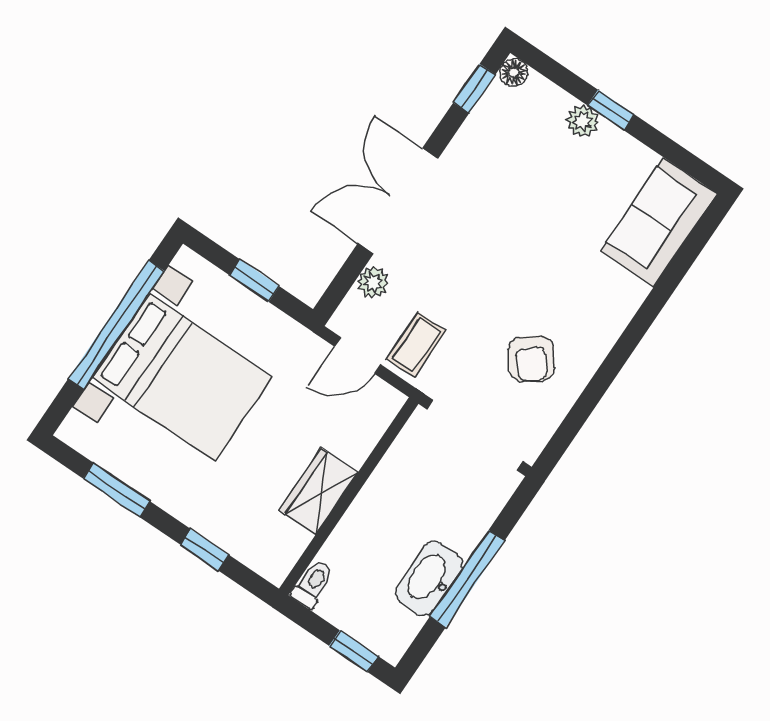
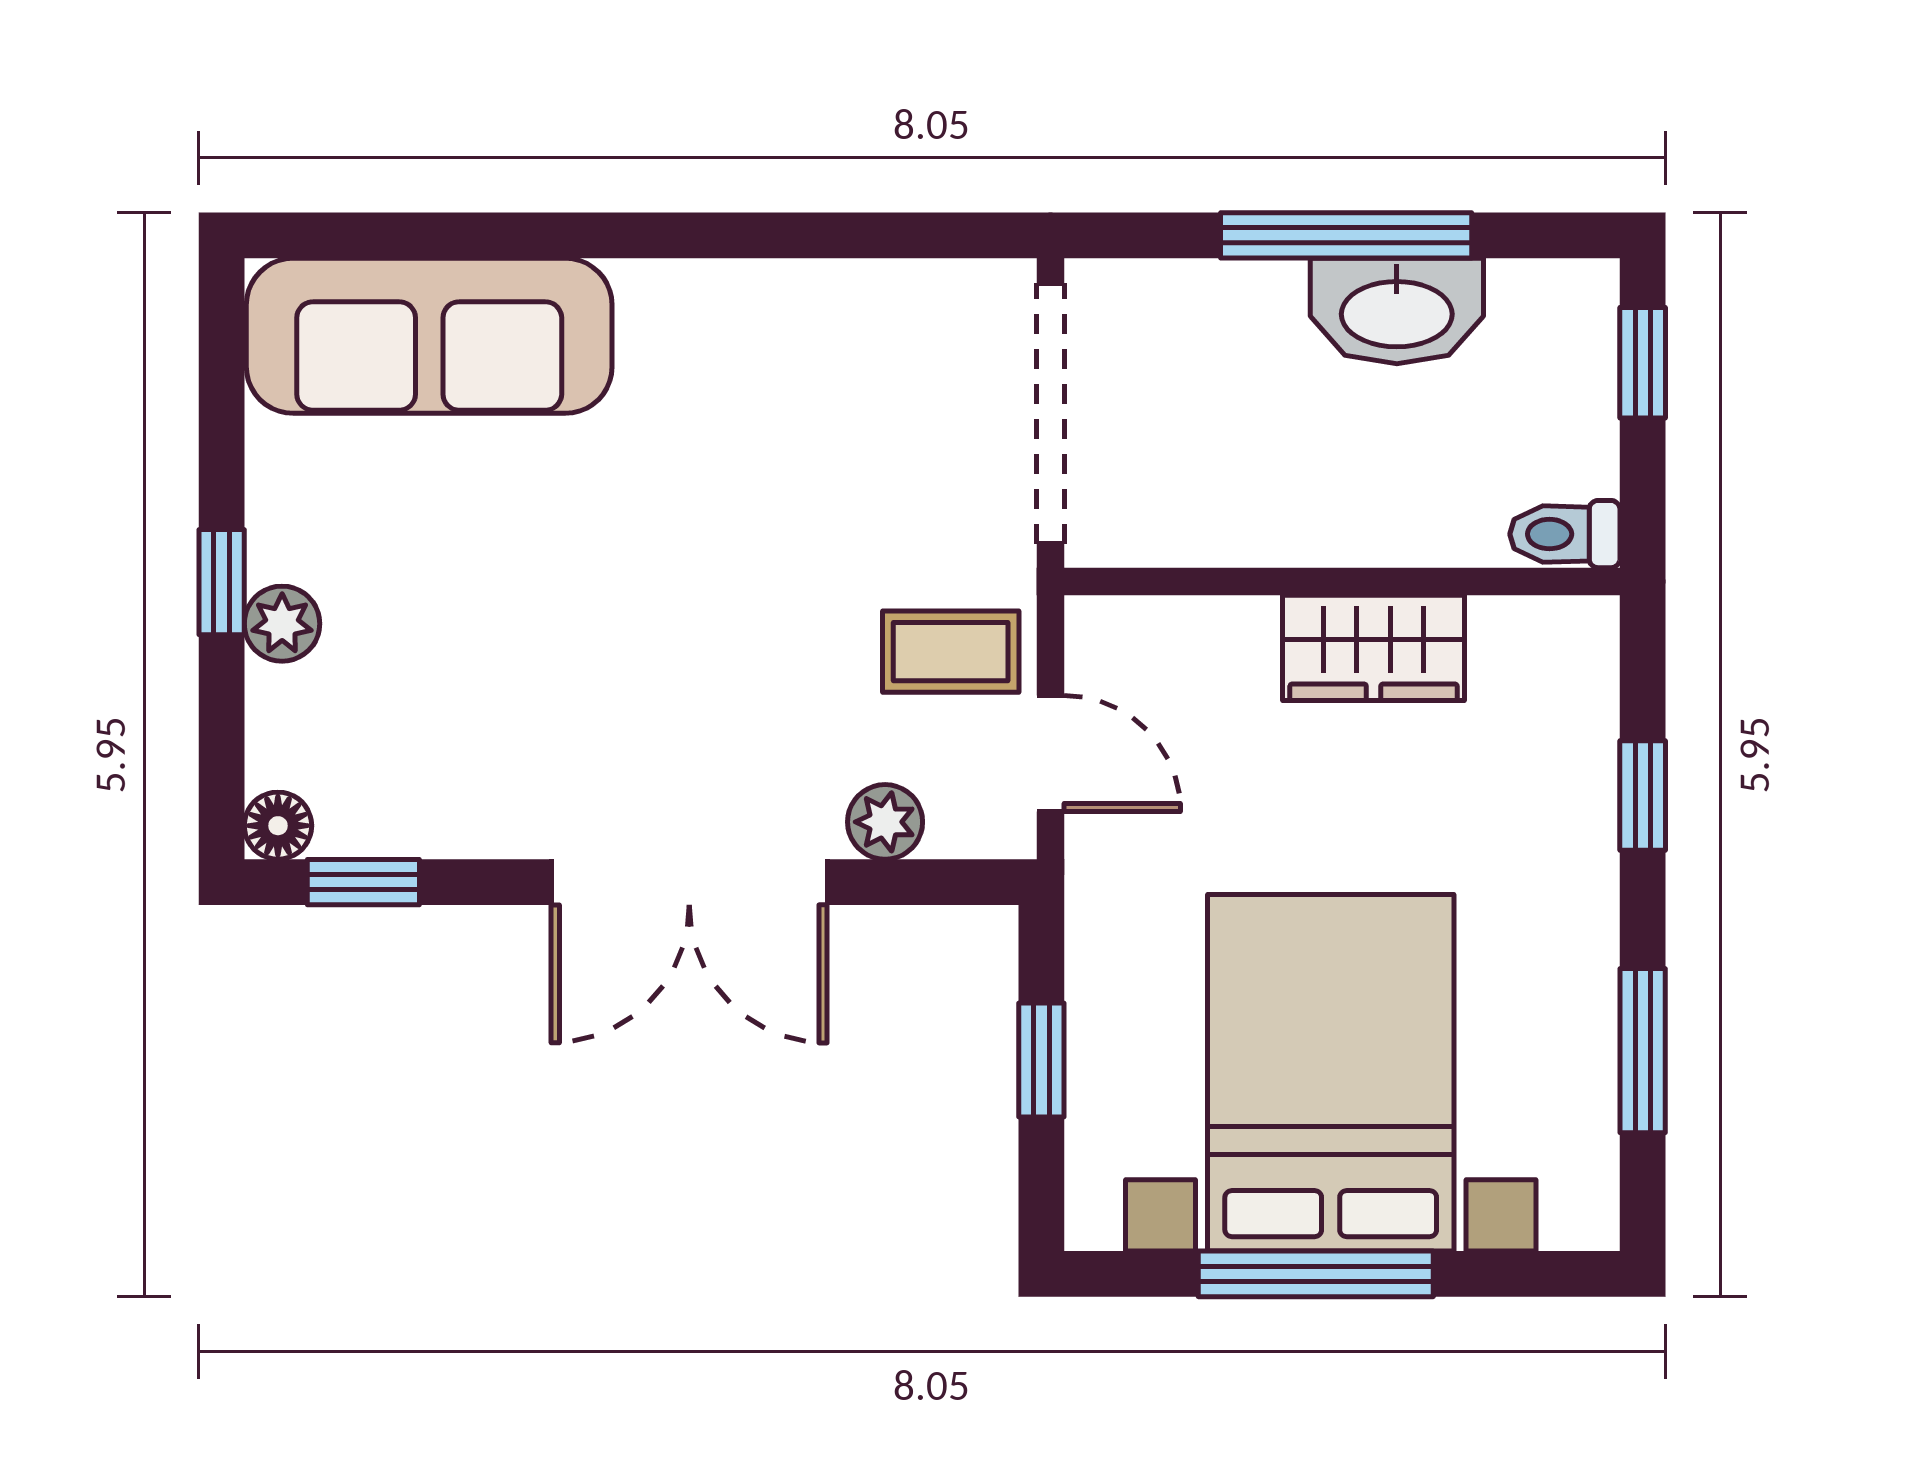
sofa: (659, 223) -> (429, 336), width x1.36
window: (116, 325) -> (1316, 1274), width x0.68
armchair: (531, 359) -> (822, 405), removed

